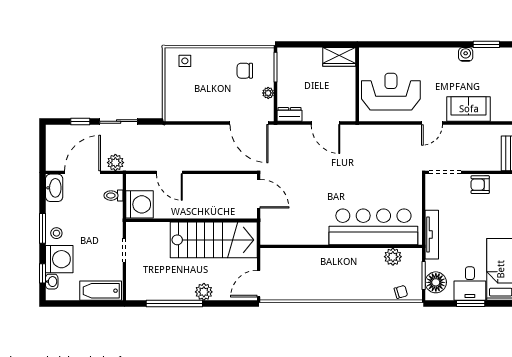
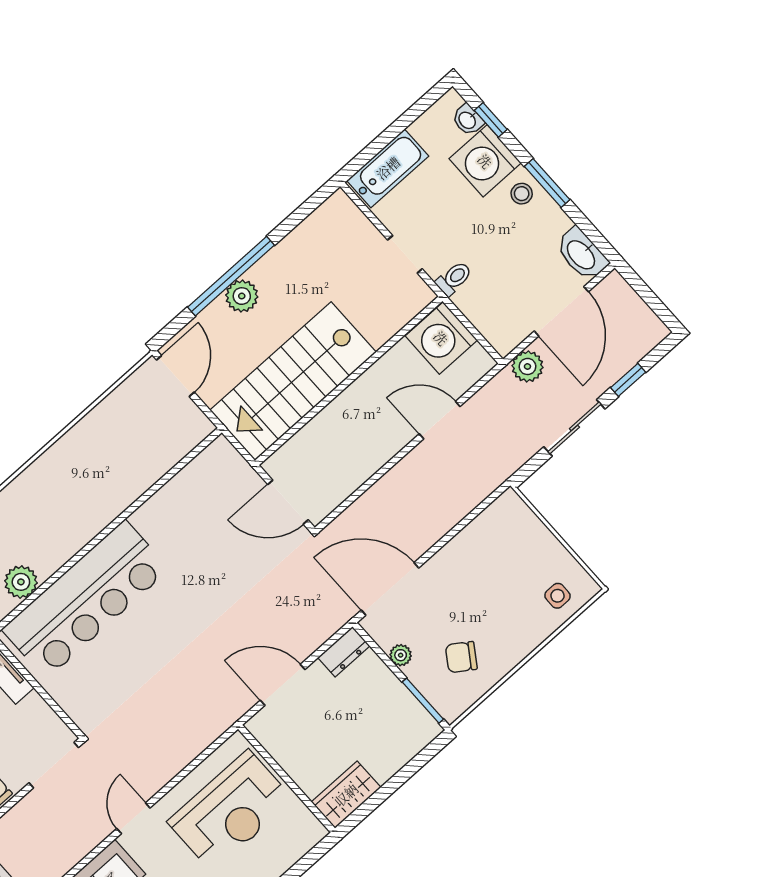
chair: (245, 71) -> (461, 657), turned -146
toilet: (113, 196) -> (454, 278), moved
window: (174, 304) -> (231, 276), moved

